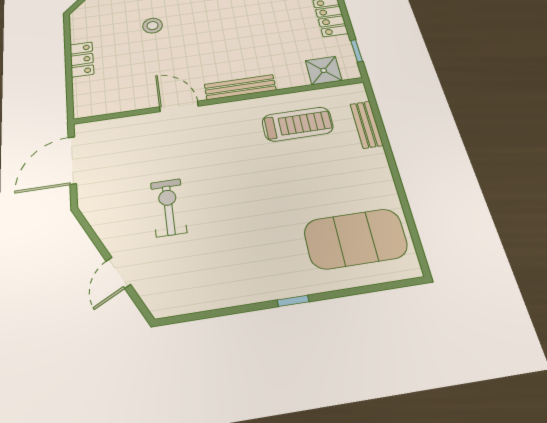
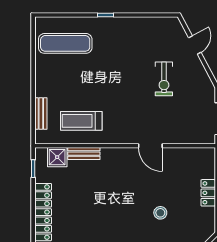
bench: (240, 87) -> (84, 154), moved, width x0.73
exercise mat: (355, 239) -> (65, 43), width x0.68

